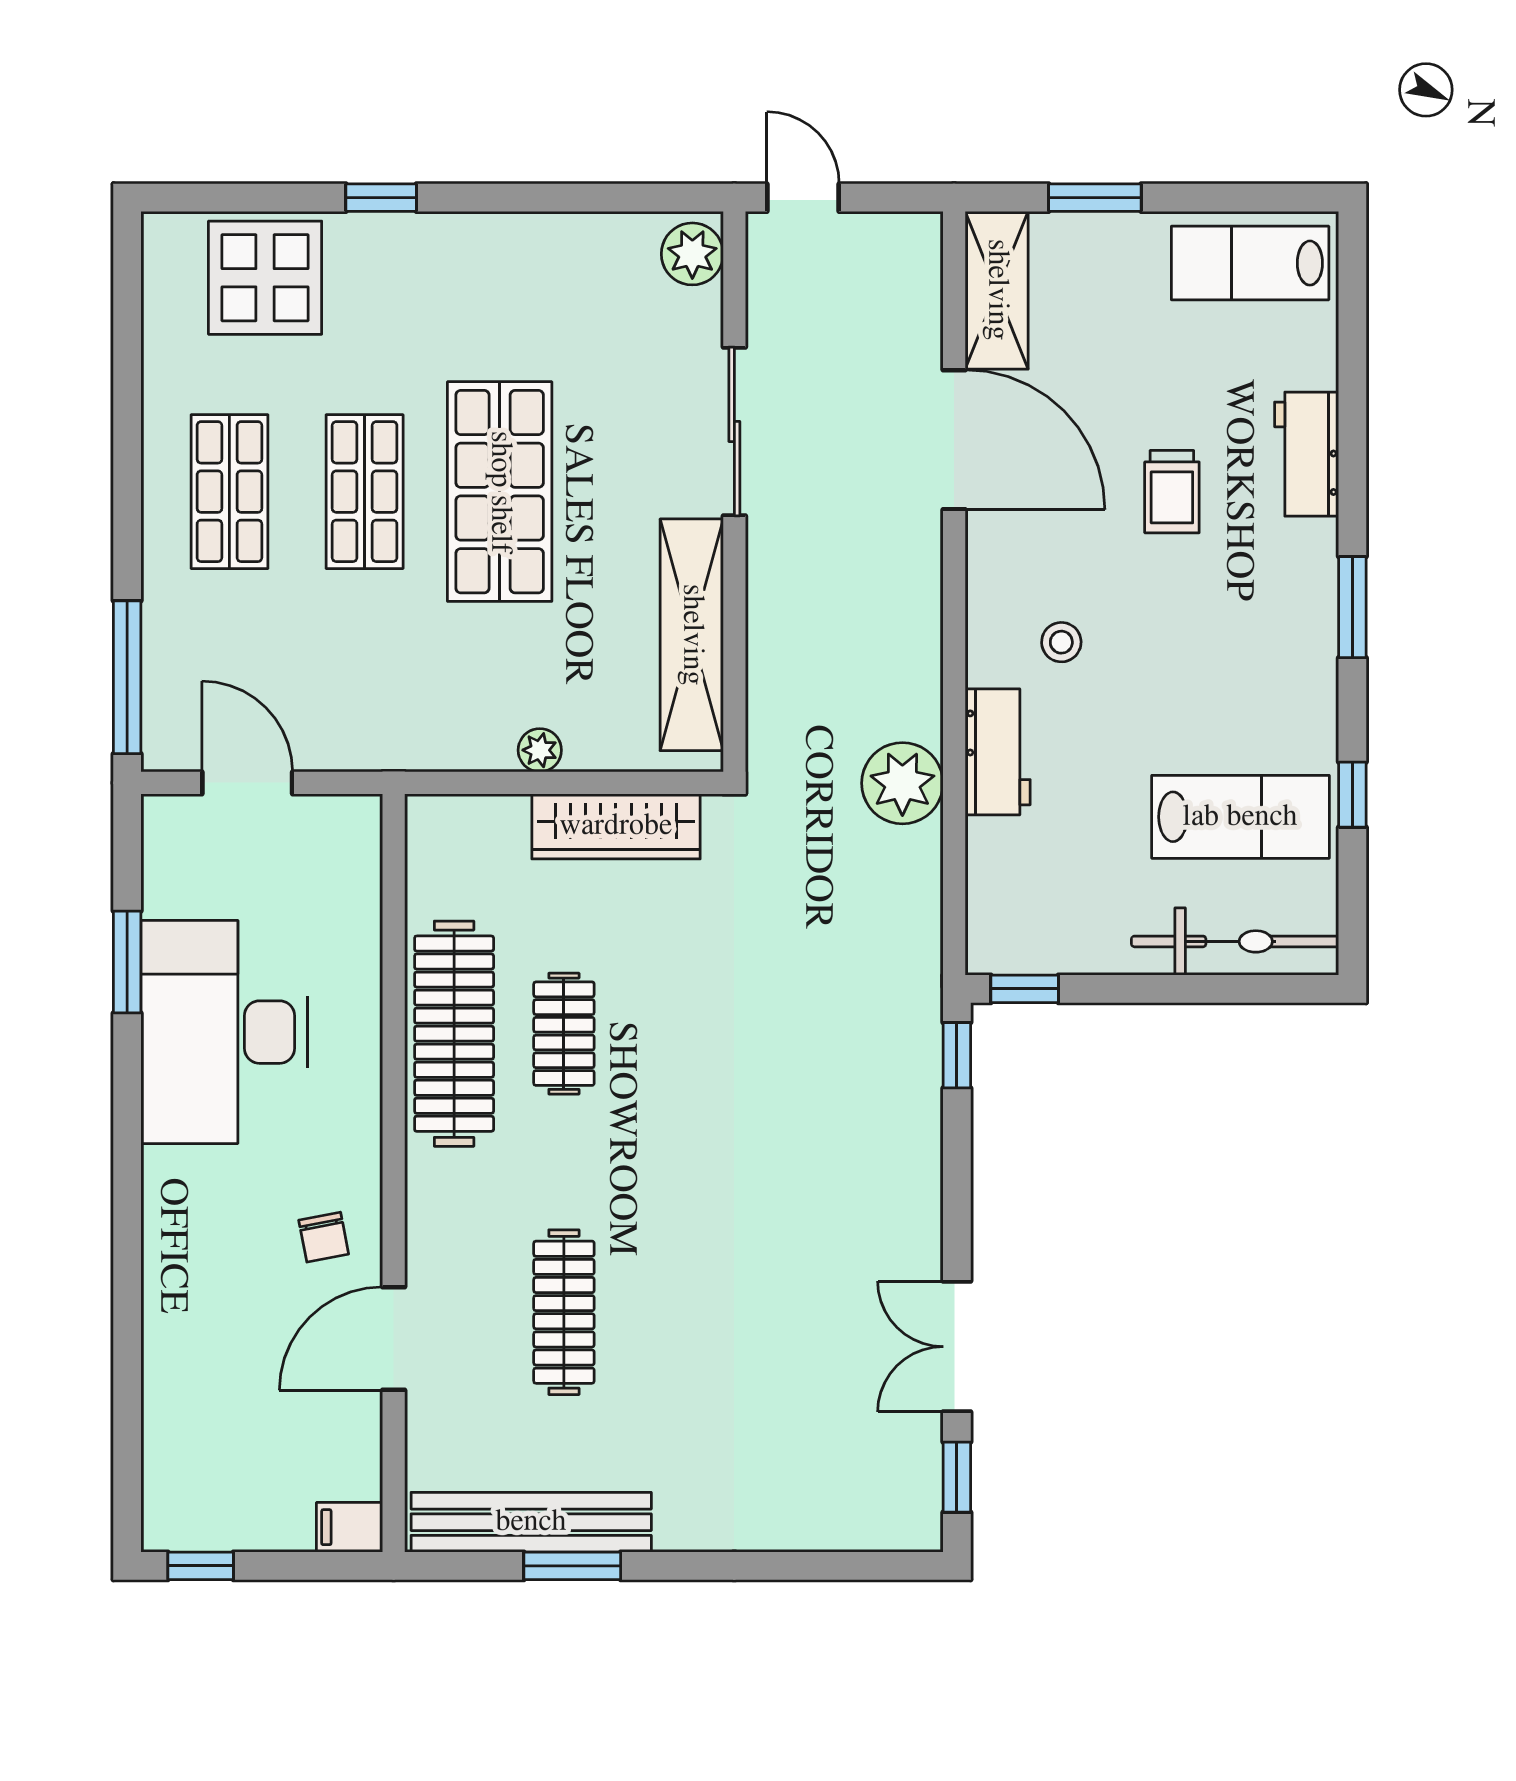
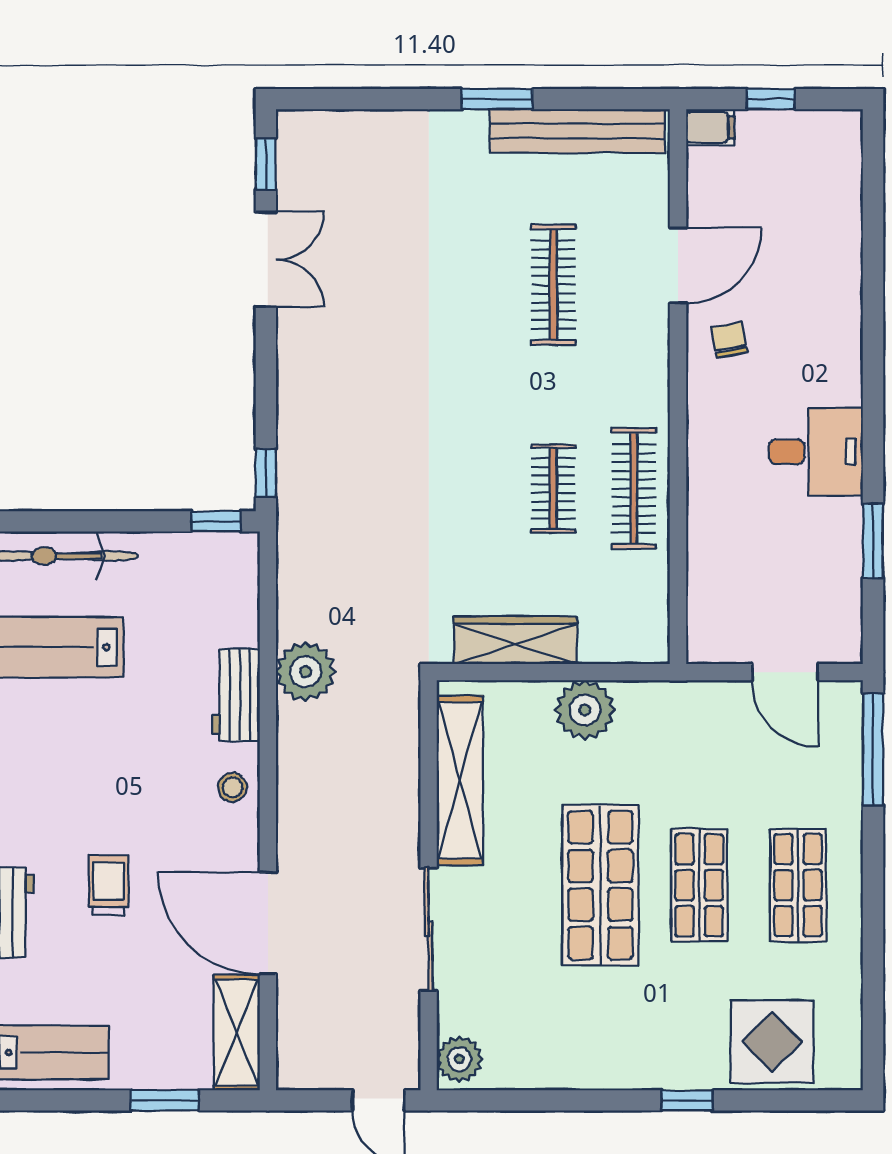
stool: (1061, 642) -> (232, 787), moved
plant: (540, 750) -> (585, 710), width x1.88, depth x1.88
desk: (224, 1032) -> (816, 452), width x0.53, depth x0.77
clothes rail: (454, 1034) -> (634, 489), width x0.73, depth x0.76
window: (201, 1566) -> (771, 99), moved
window: (572, 1566) -> (497, 99), moved

